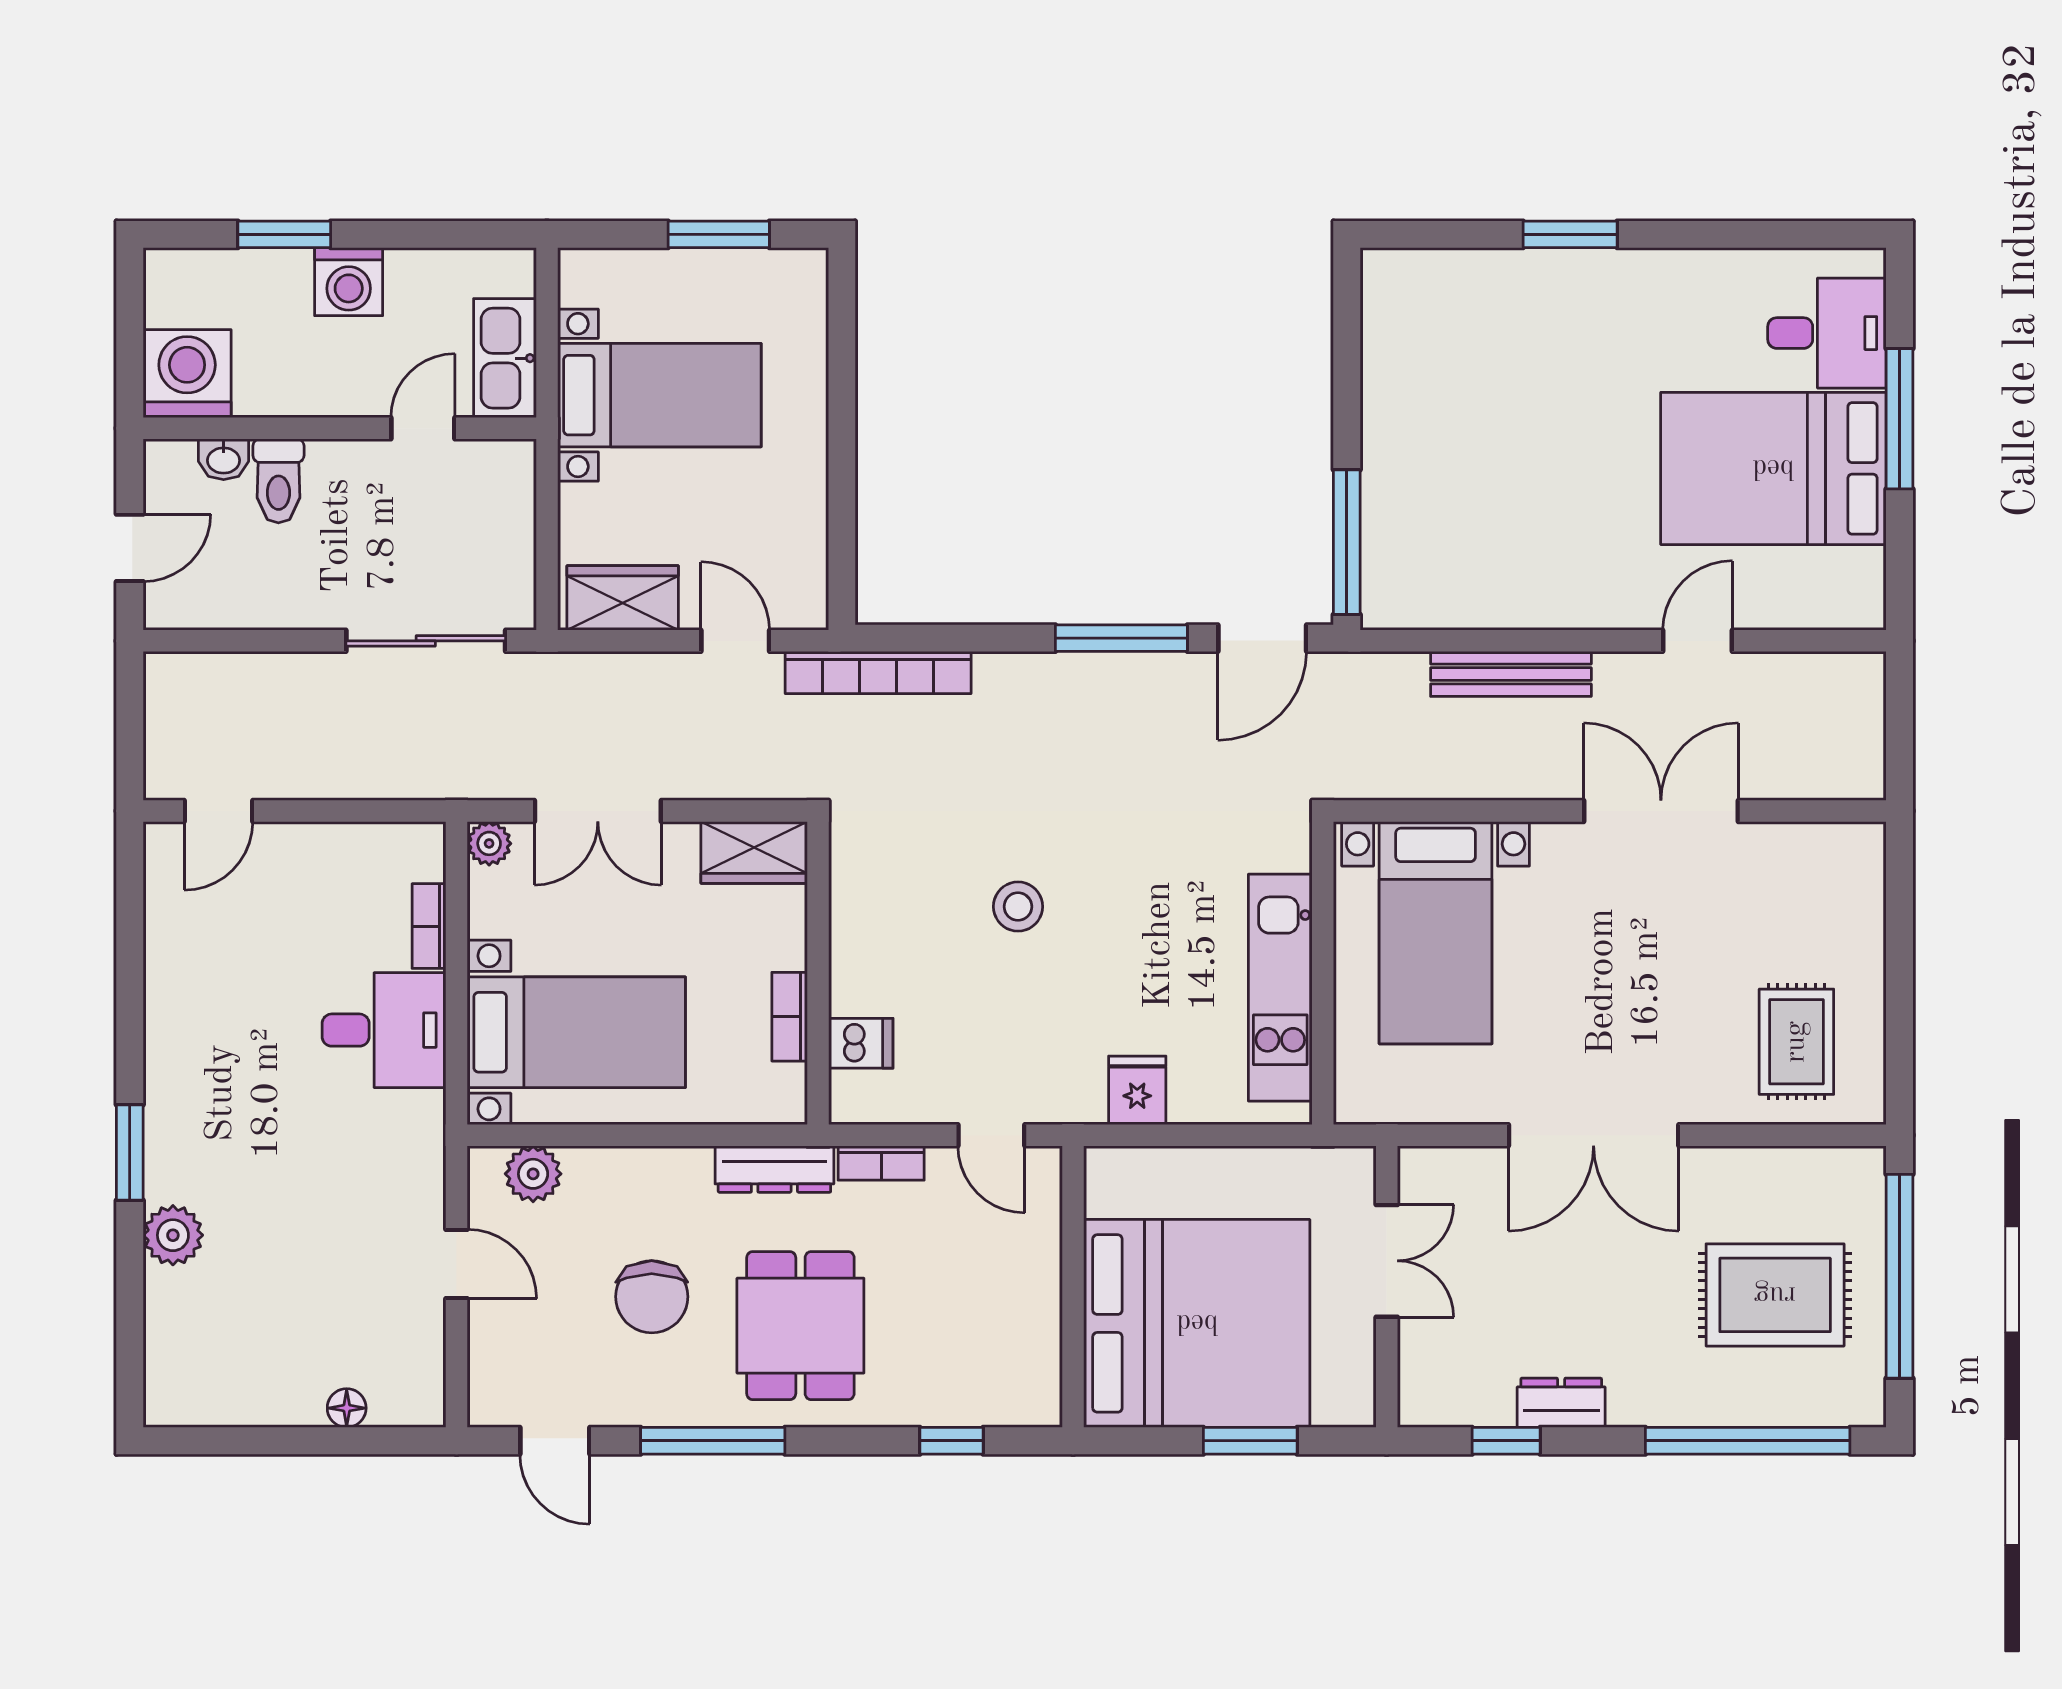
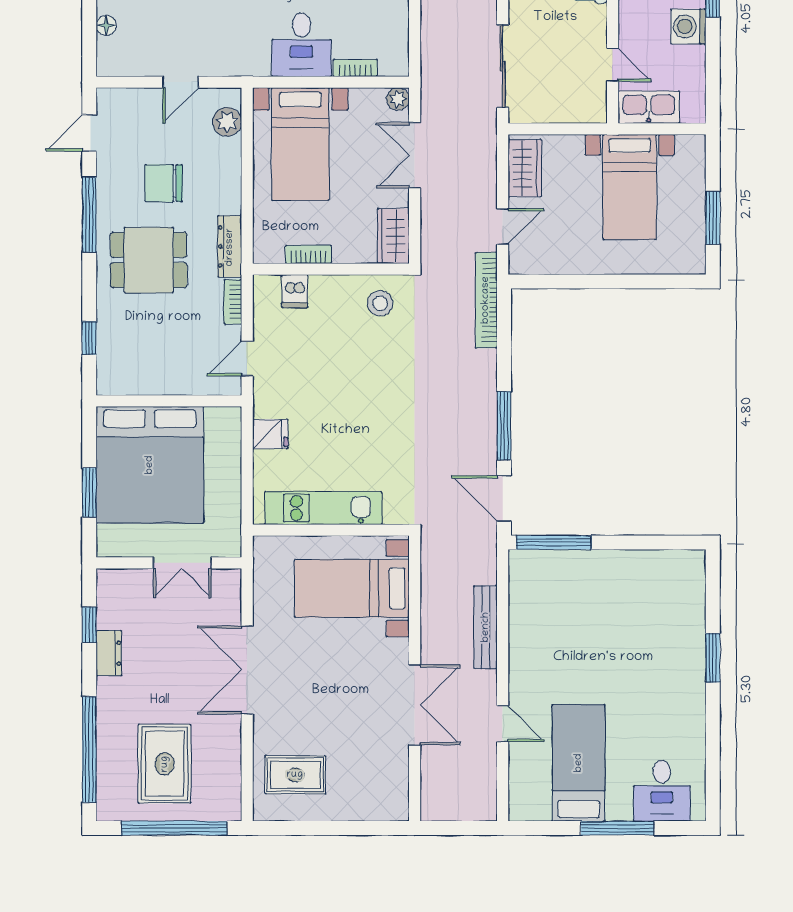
bed: (1773, 468) -> (579, 763), width x0.67
stool: (1018, 907) -> (380, 303), moved

